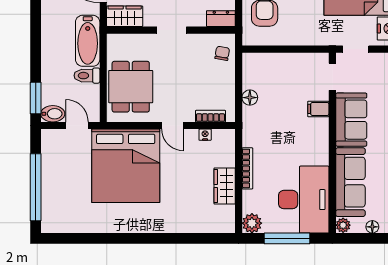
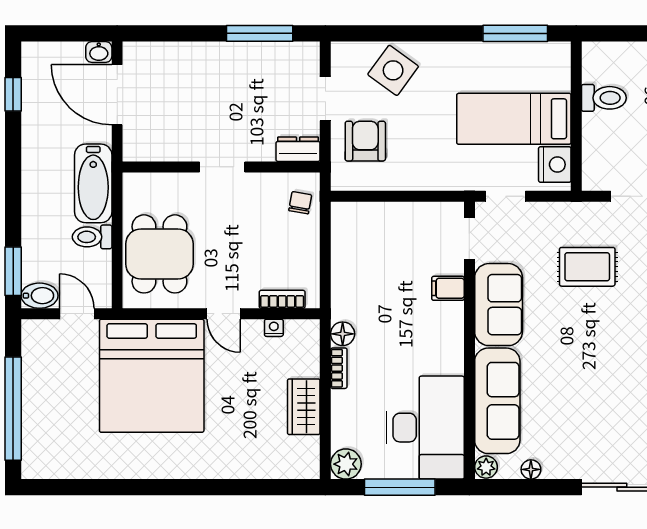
wardrobe: (125, 16) -> (150, 146), removed
floor lamp: (250, 98) -> (343, 334), moved
bookcase: (247, 168) -> (339, 368), width x0.64

